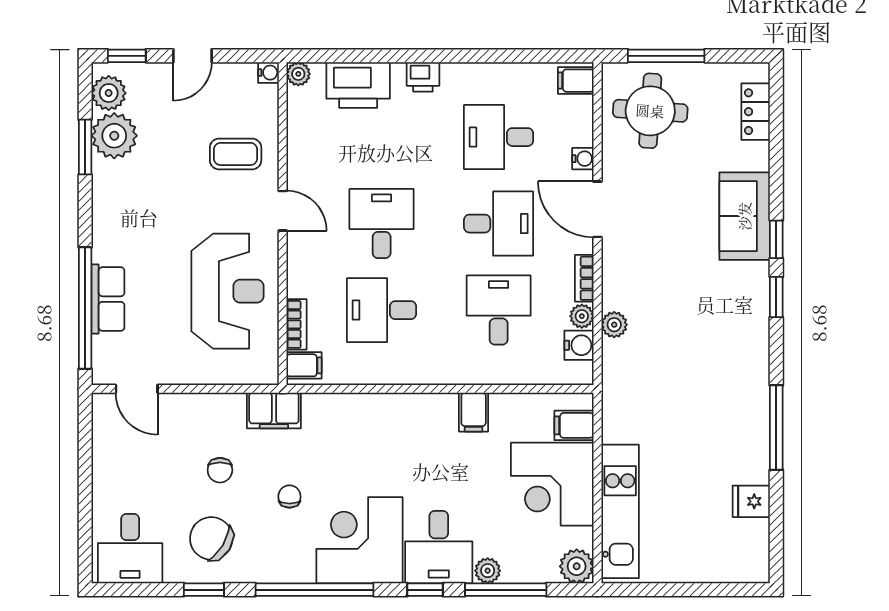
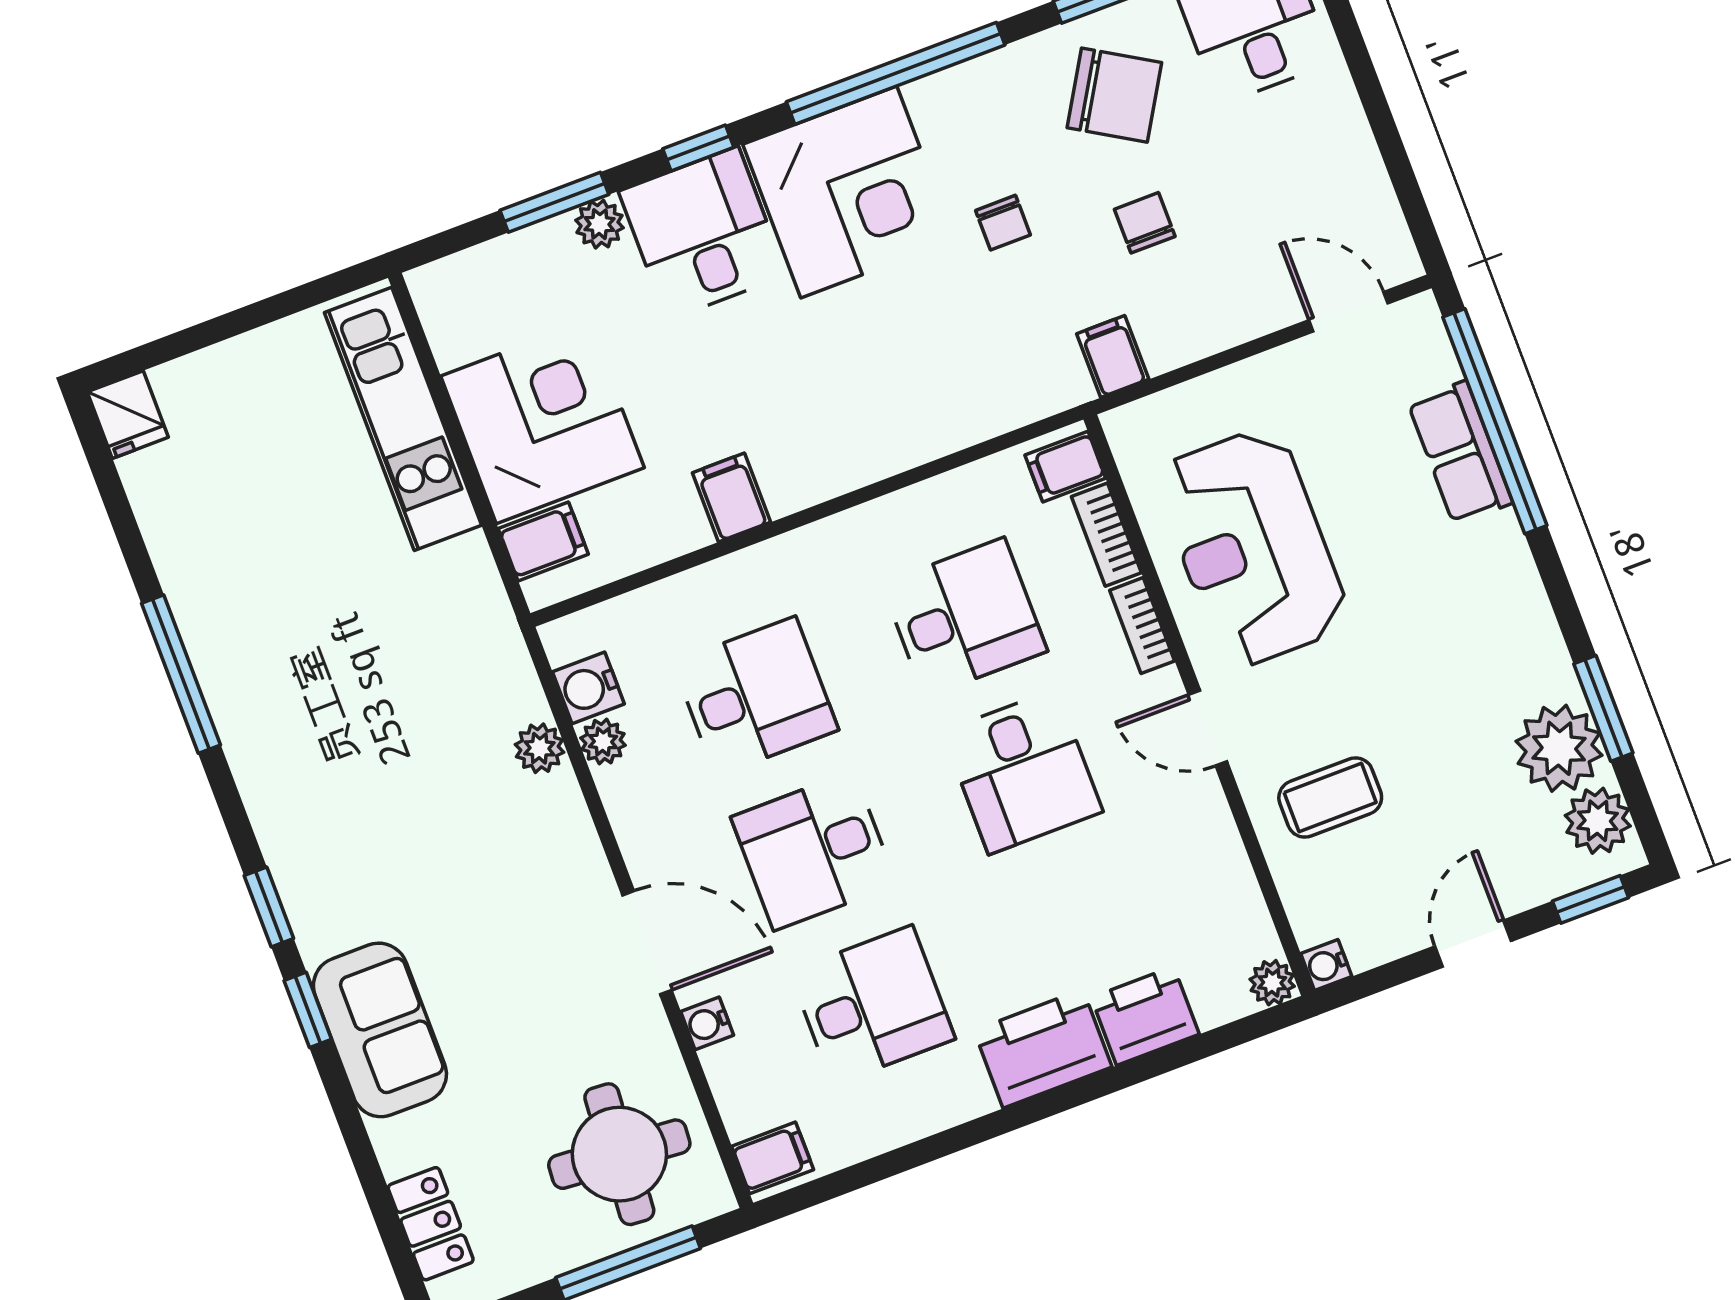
printer: (423, 77) -> (1043, 1049), width x1.87, depth x1.48
printer: (358, 85) -> (1145, 1016), width x0.73, depth x0.84
bookcase: (584, 278) -> (1142, 626), moved, turned 180
desk: (499, 310) -> (756, 696), turned -90
filing cabinet: (274, 411) -> (1113, 357), width x0.50
fridge: (751, 501) -> (128, 415), moved, turned 90
plant: (577, 566) -> (444, 292), removed
window: (506, 590) -> (554, 202), width x0.69

